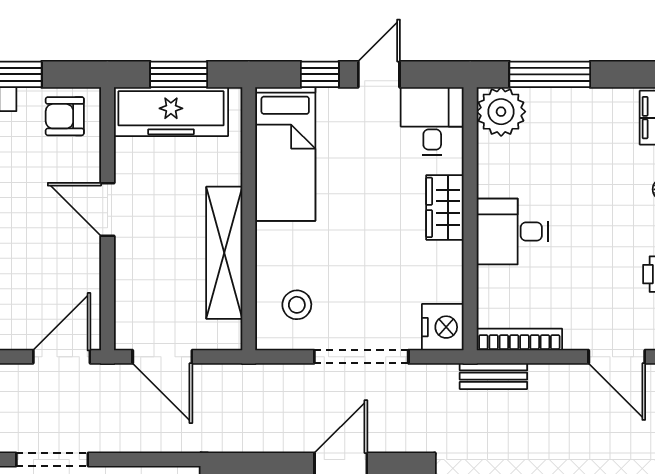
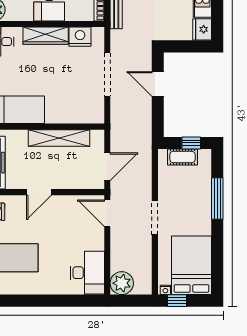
wardrobe: (445, 207) -> (46, 36), width x1.50
stool: (297, 305) -> (83, 104), removed
nightstand: (443, 327) -> (80, 37), moved

